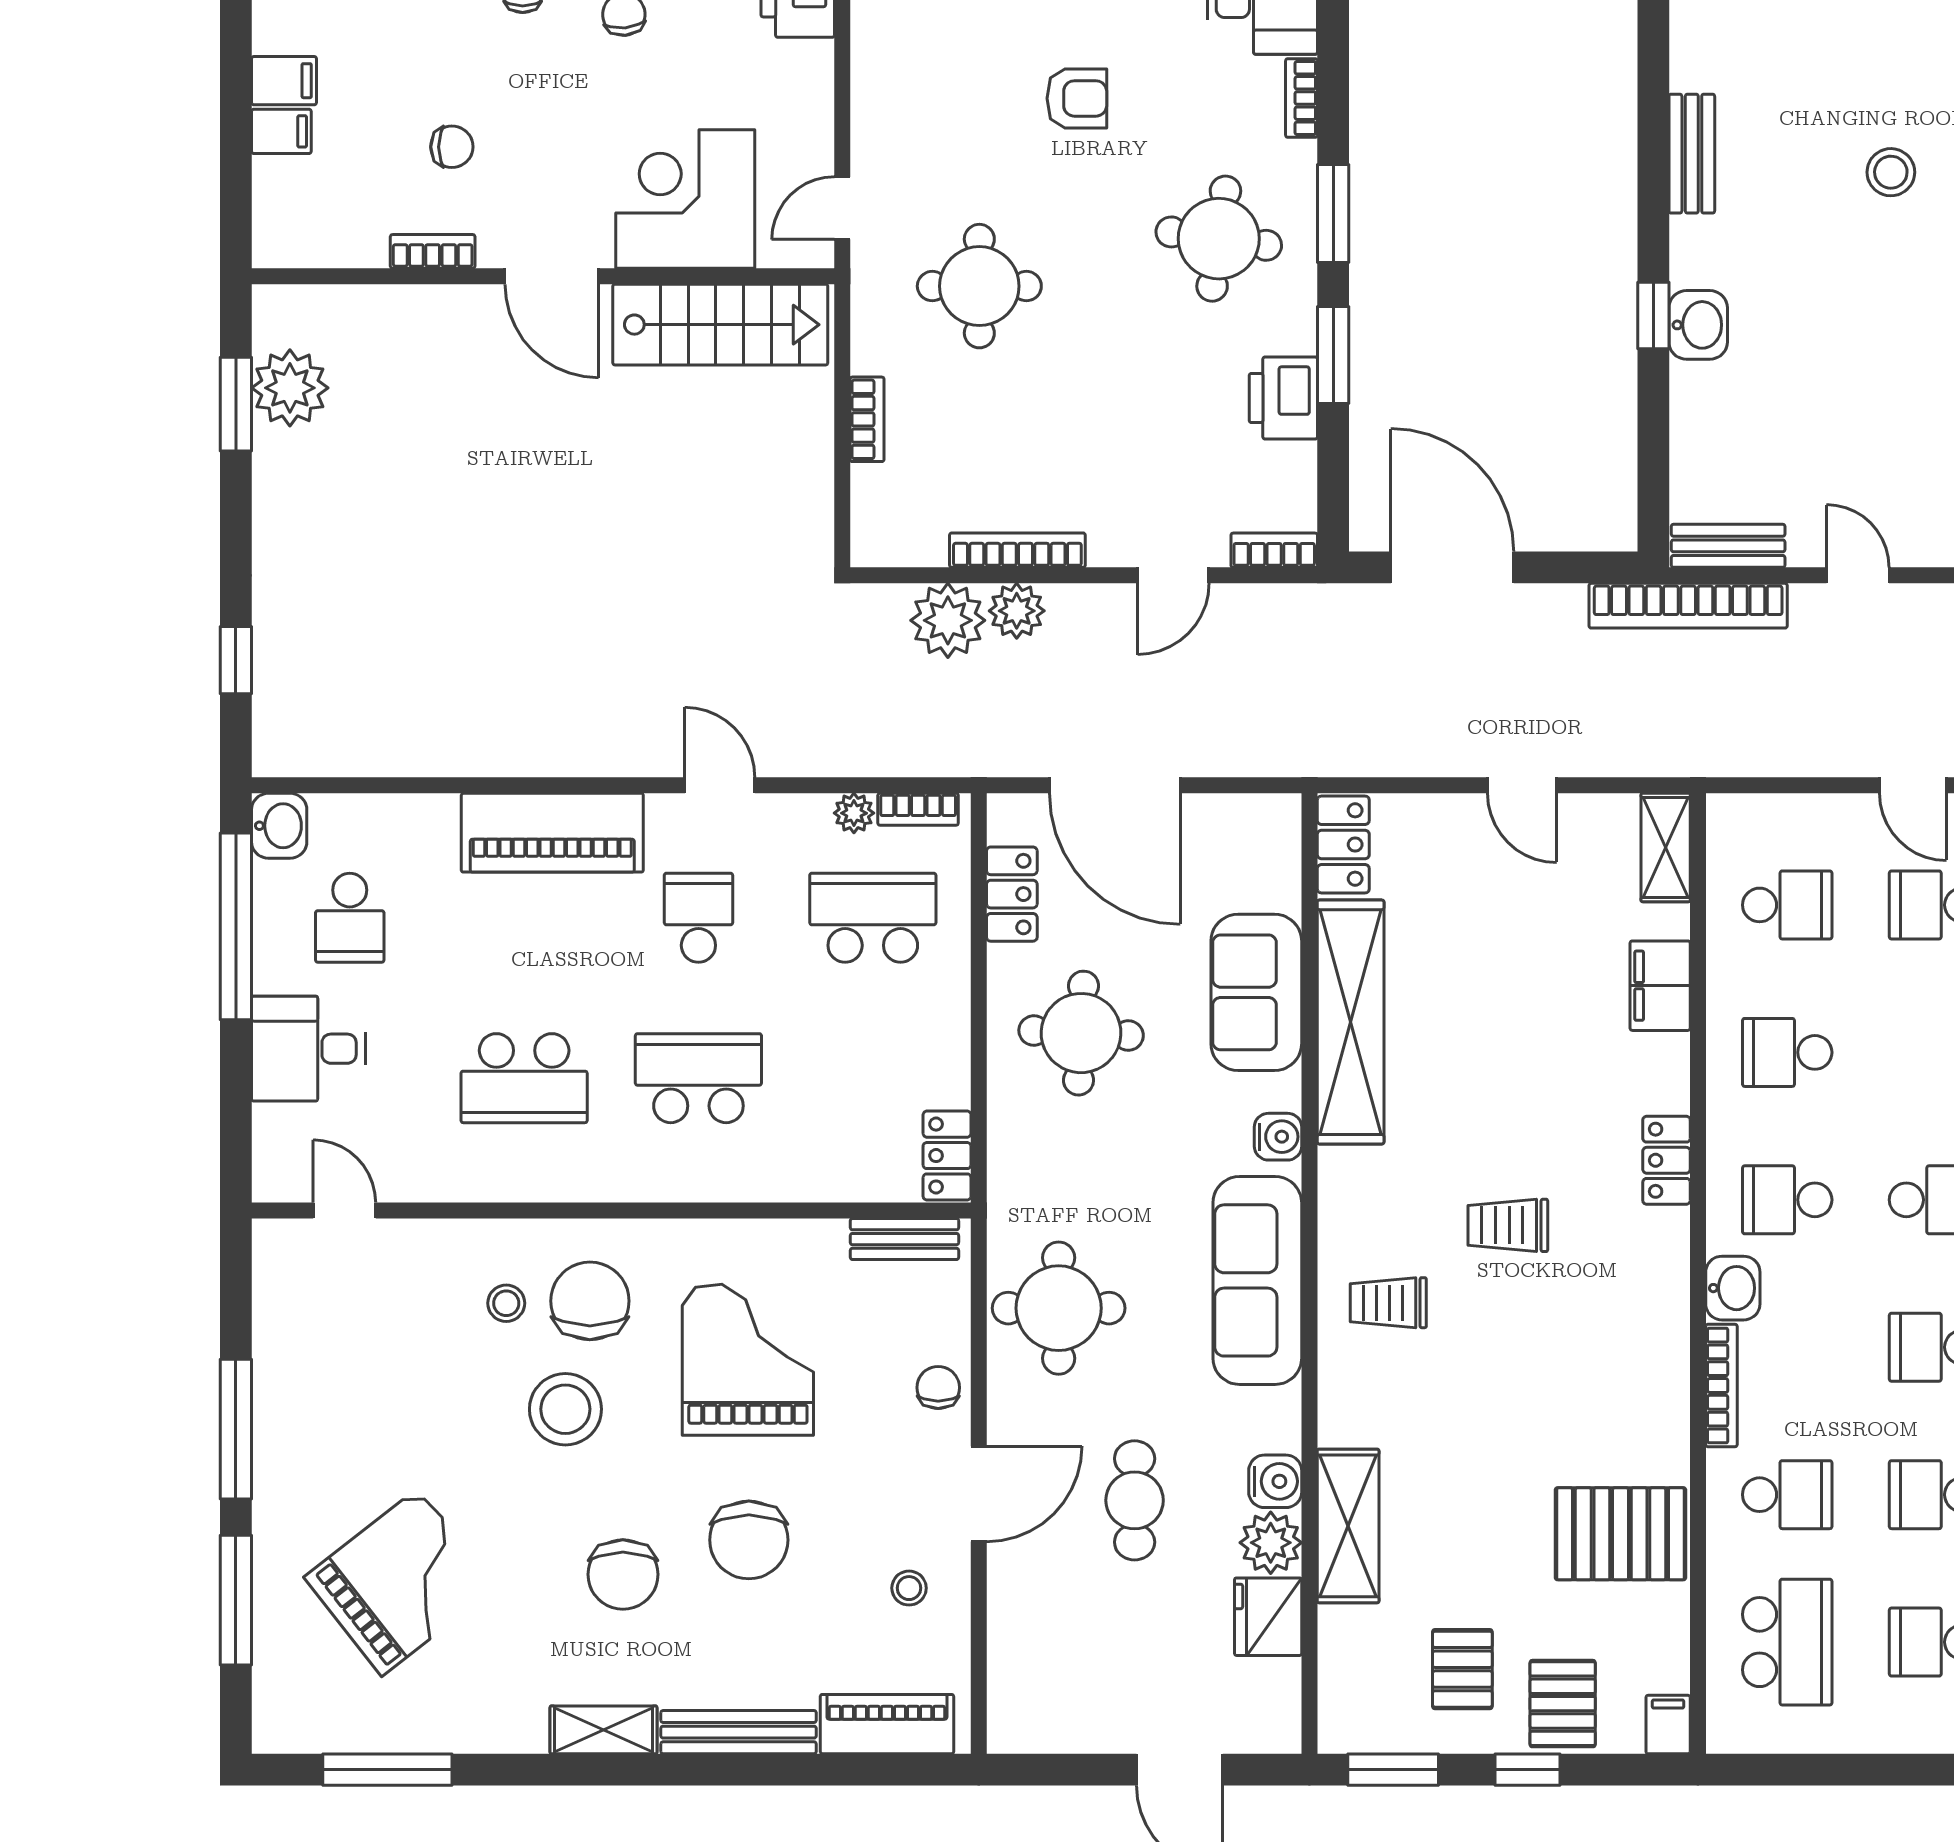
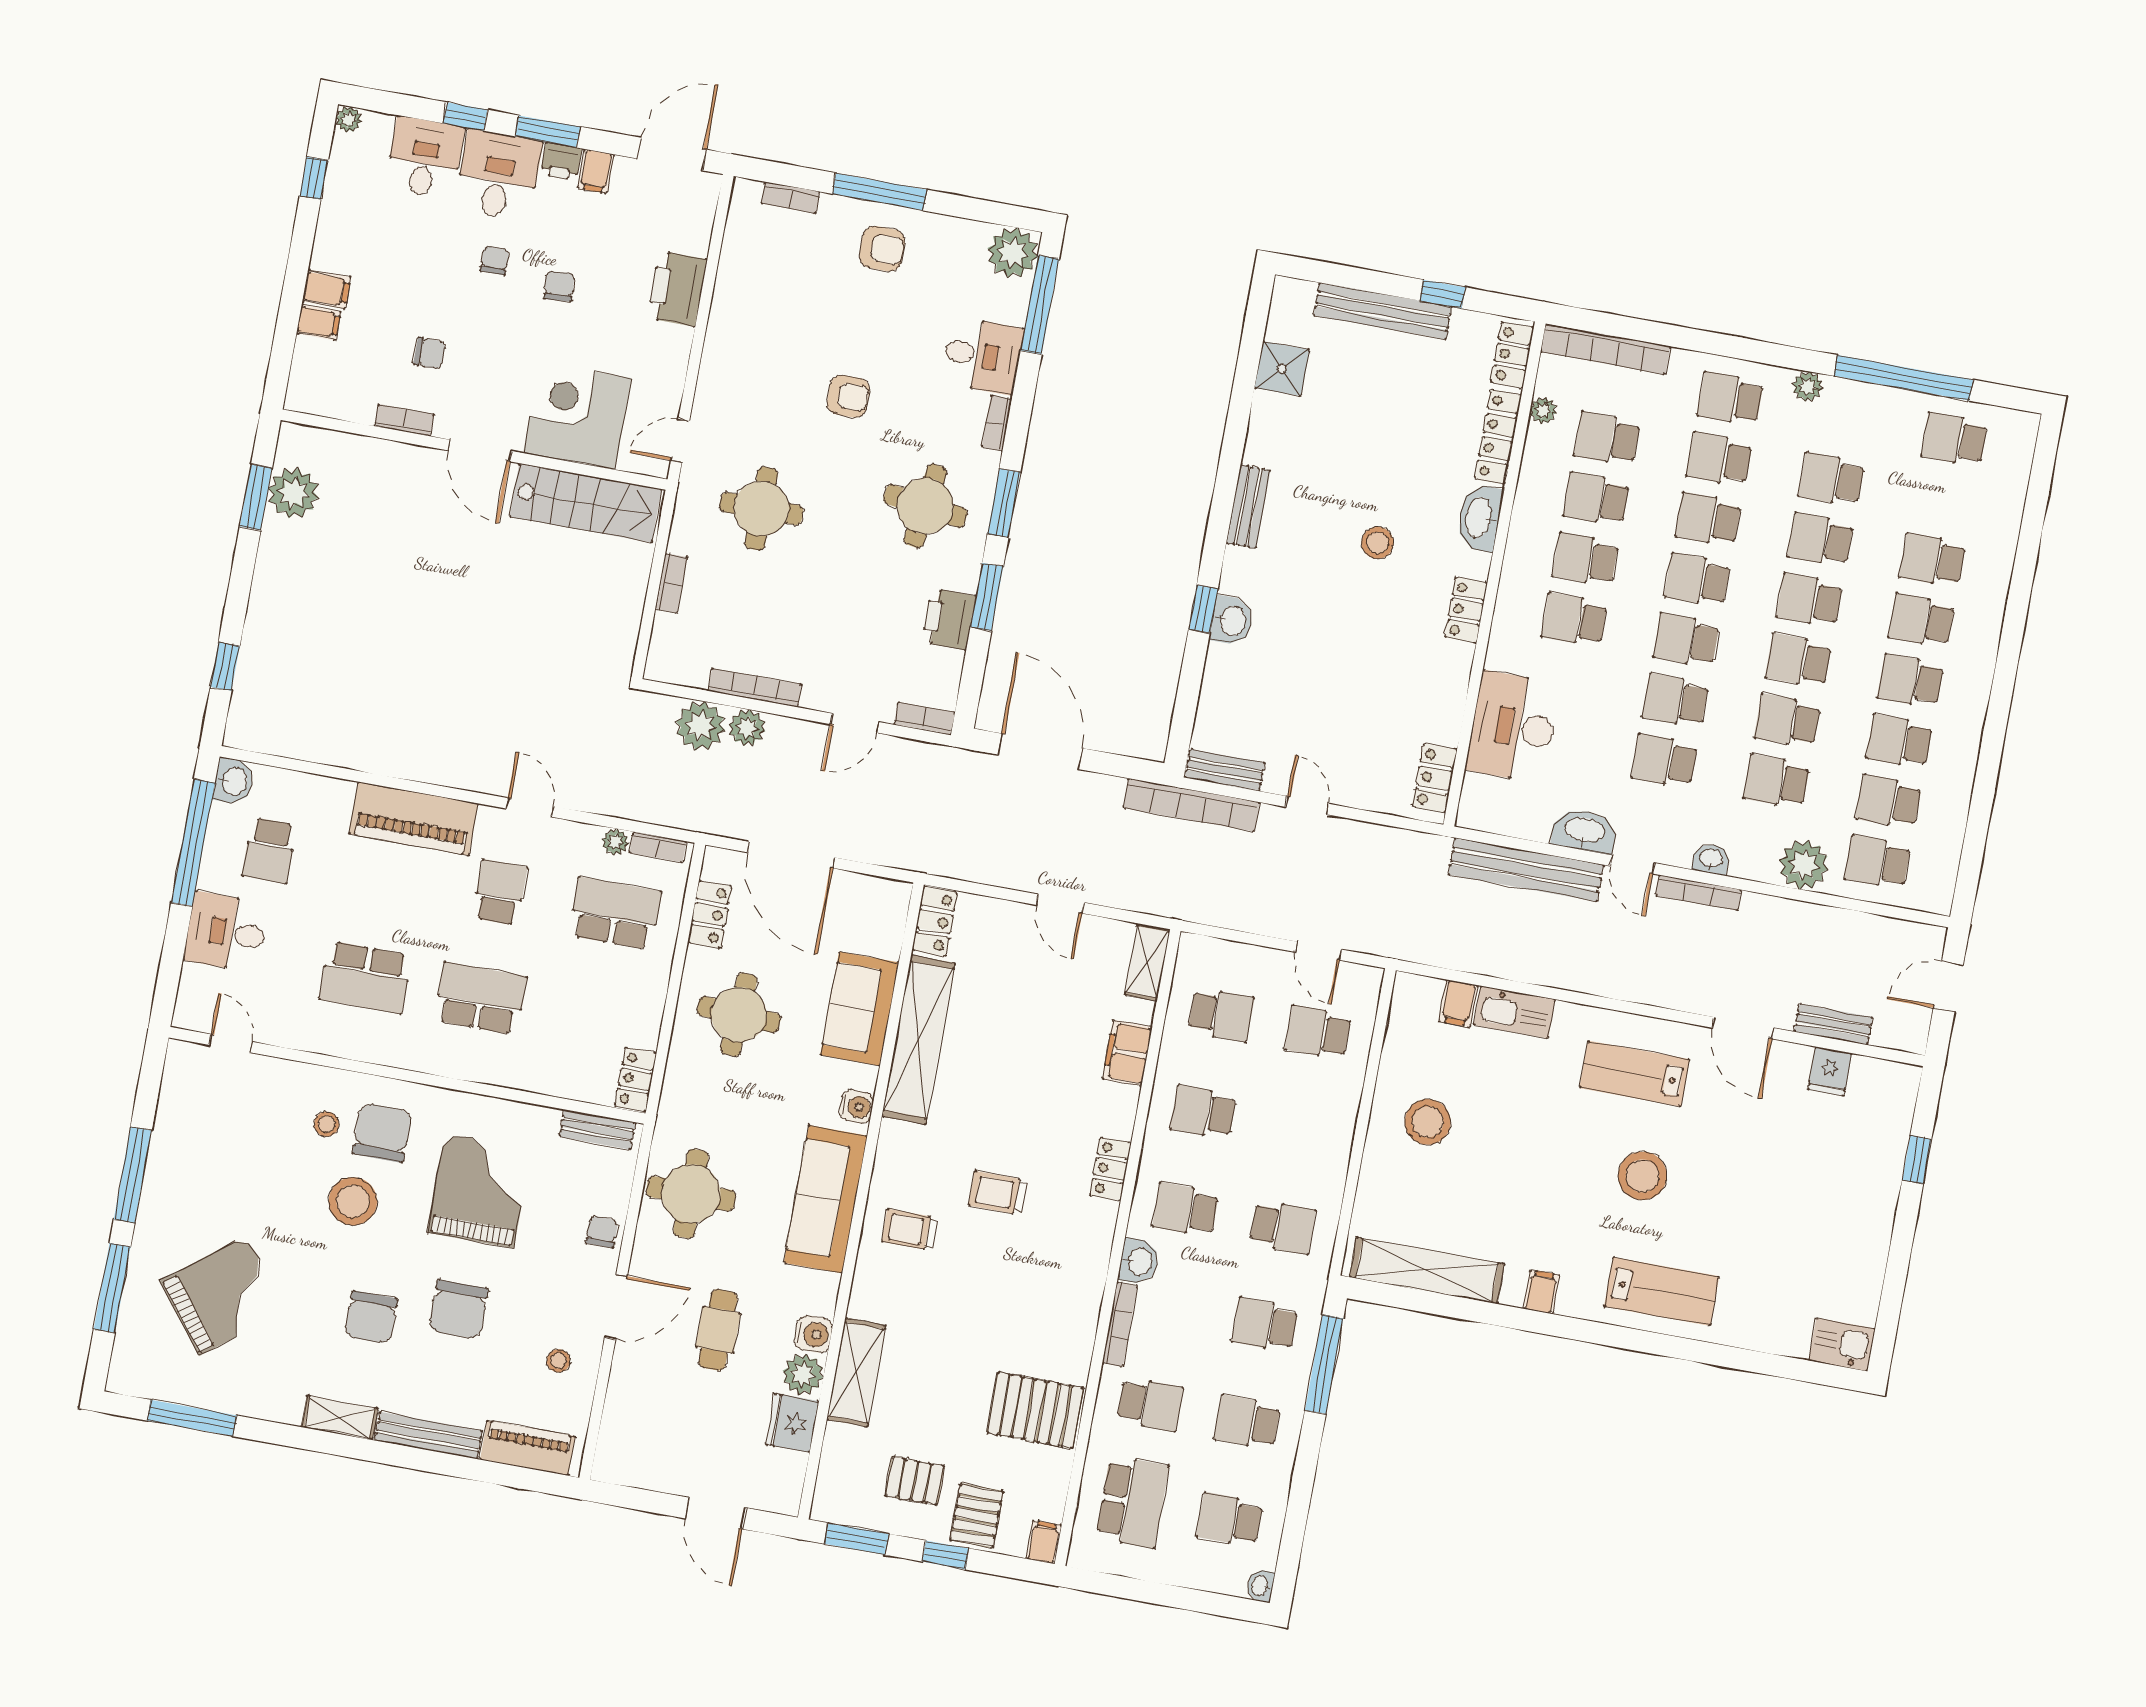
pallet: (1462, 1669) -> (915, 1481), turned 90

